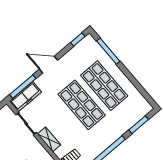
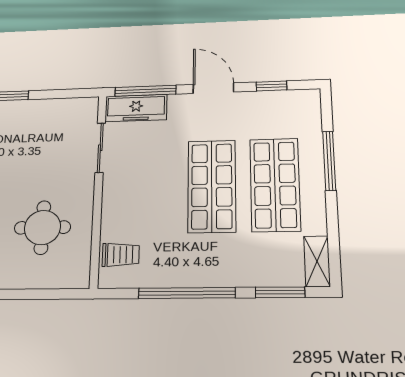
window: (78, 40) -> (271, 86), moved
window: (108, 51) -> (329, 161), moved
shelving: (49, 139) -> (317, 261), moved

